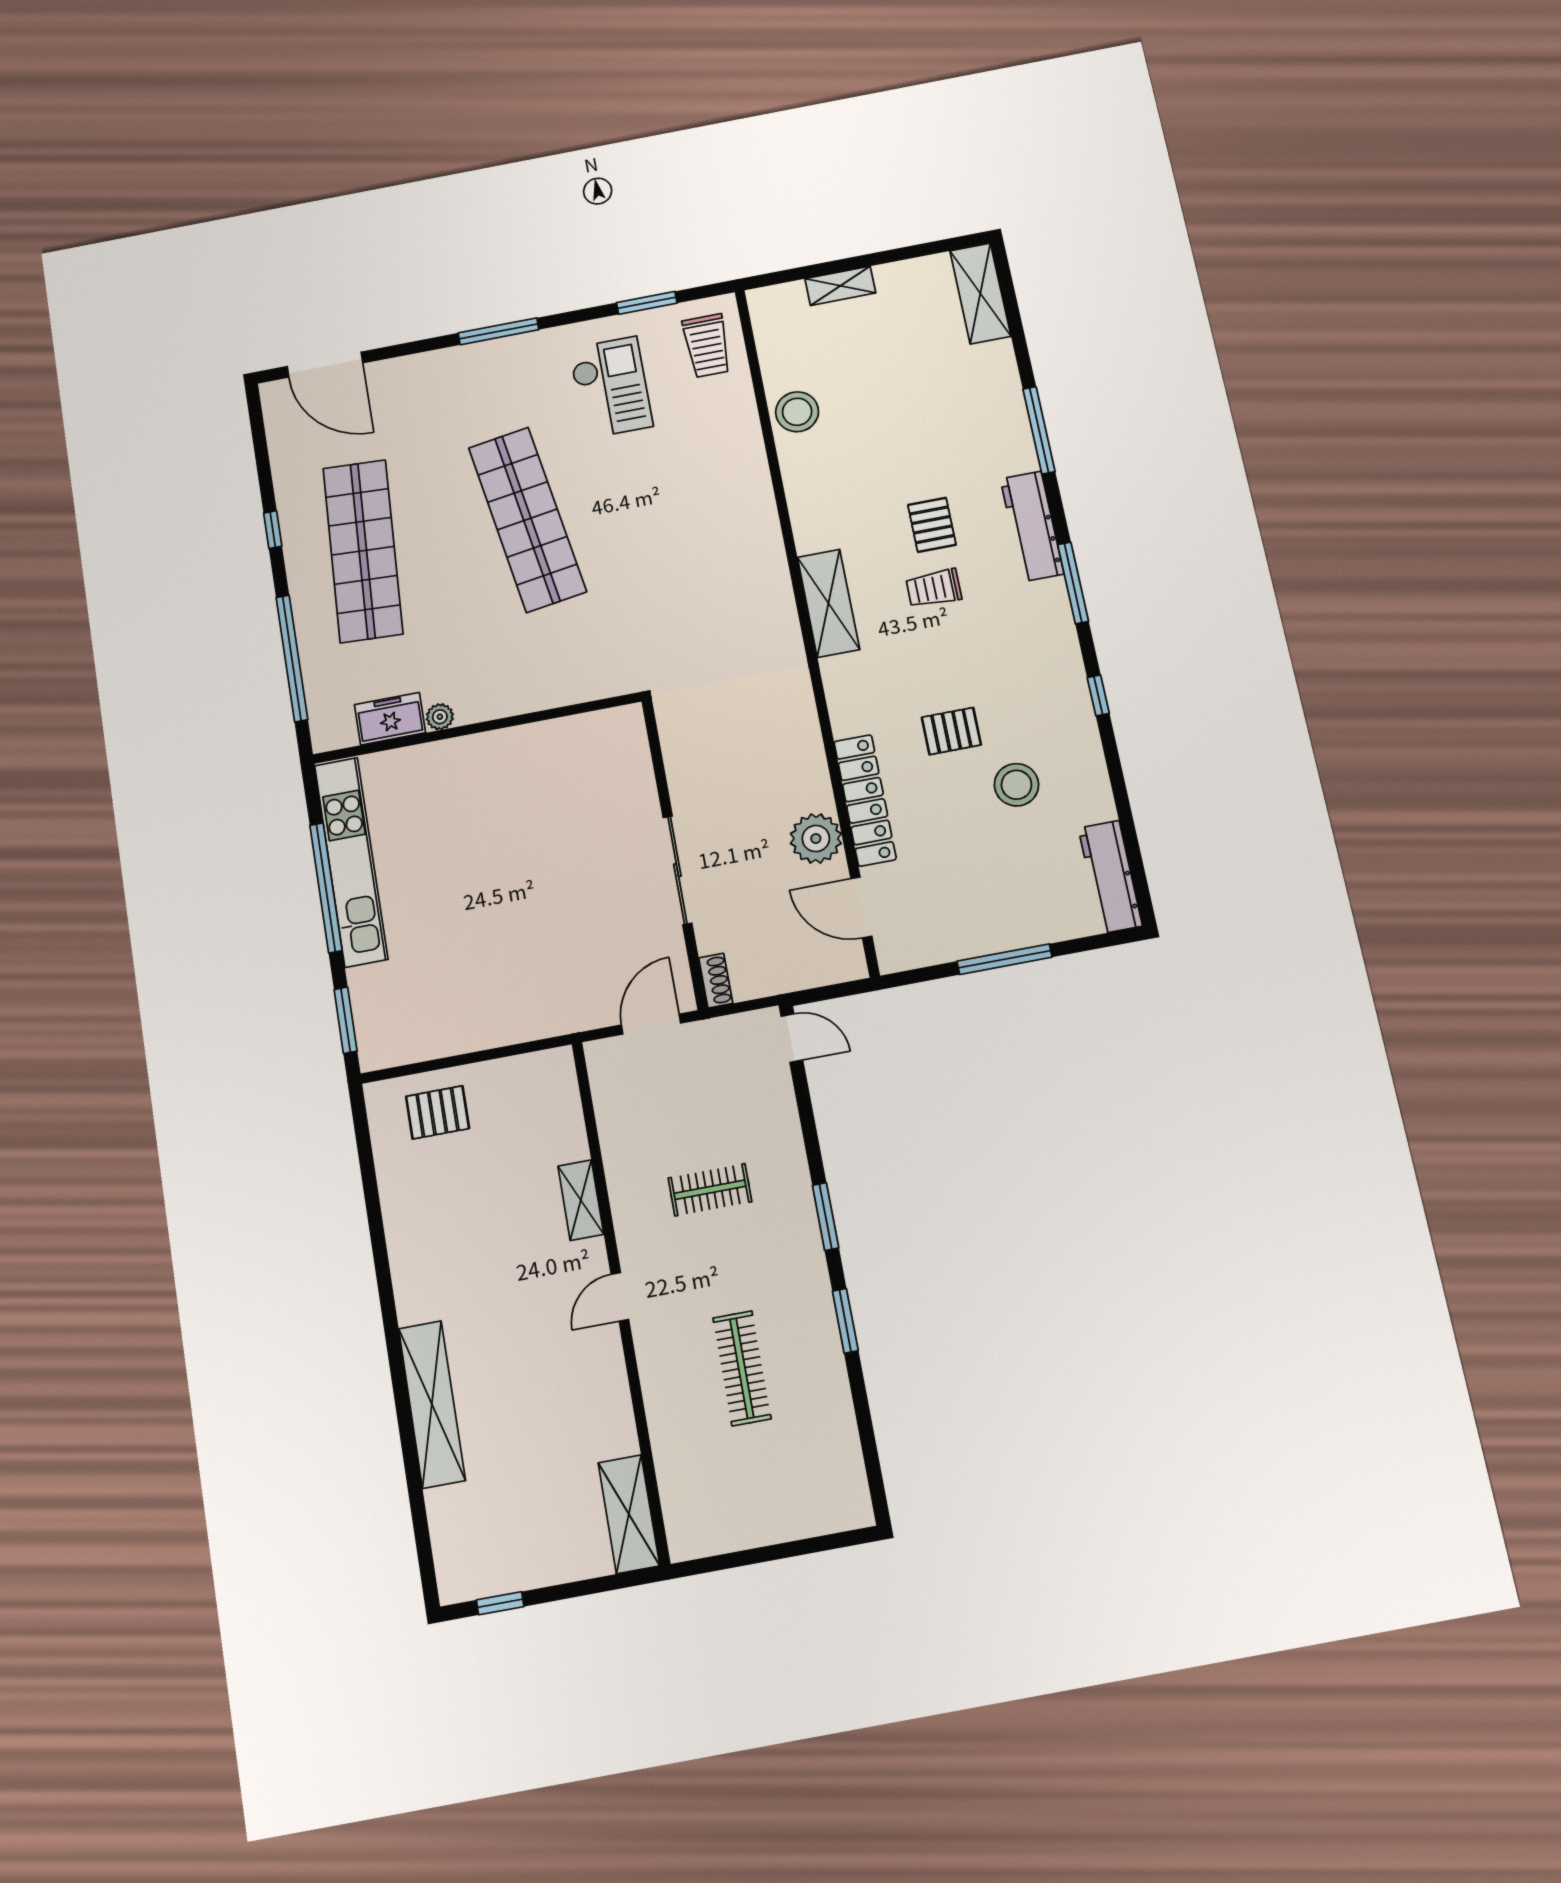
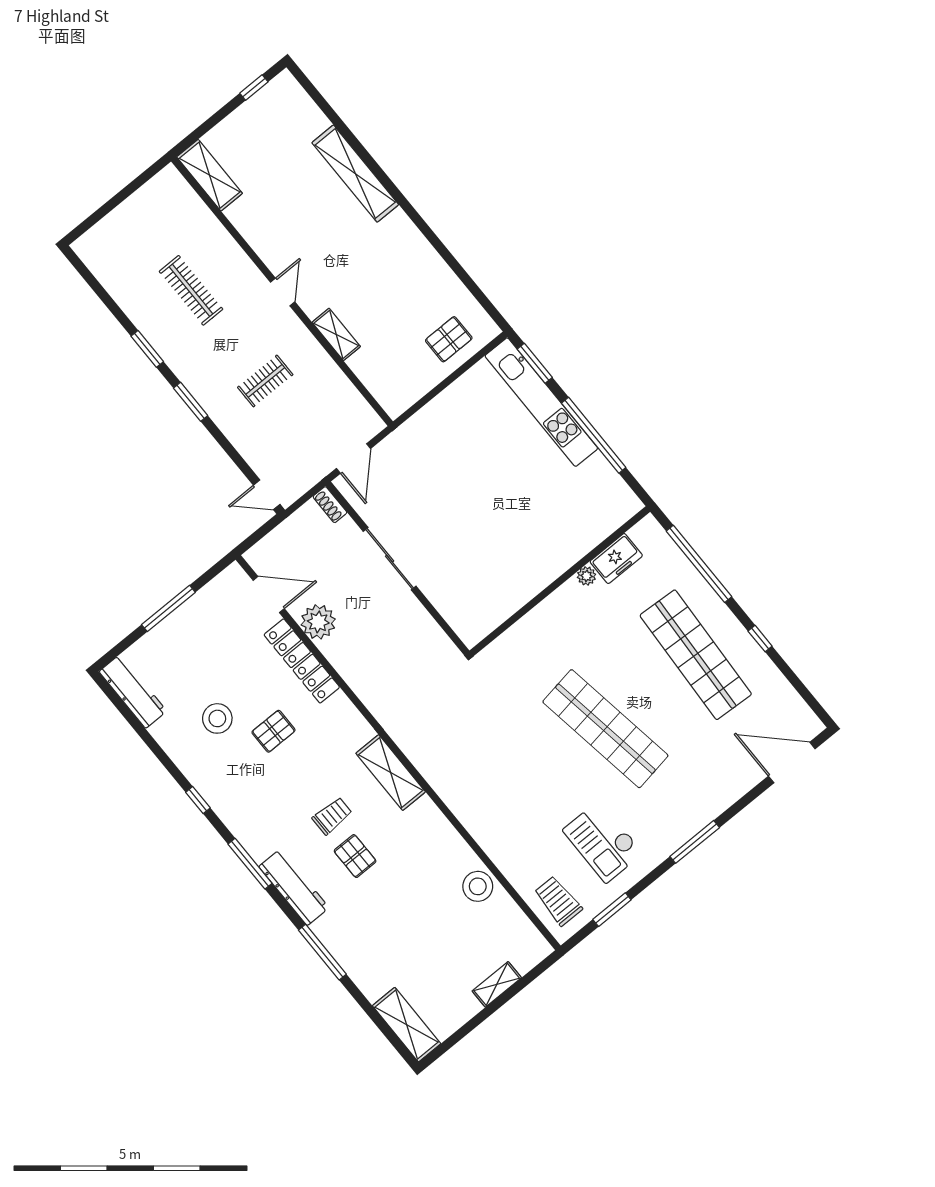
kitchen unit: (351, 862) -> (541, 402), moved

